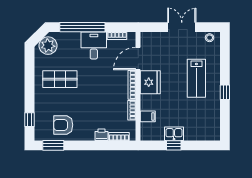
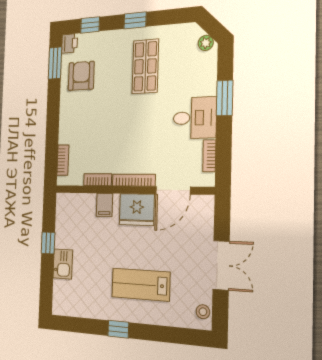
window: (82, 27) -> (225, 98), width x0.47
plant: (48, 46) -> (206, 43), width x0.53, depth x0.53
door: (138, 58) -> (173, 190), swing flipped
window: (30, 87) -> (135, 20), added
filing cabinet: (148, 116) -> (104, 205), moved
kitchen sink: (174, 134) -> (63, 264), moved
printer: (101, 135) -> (69, 43), moved

